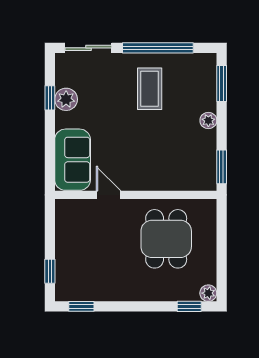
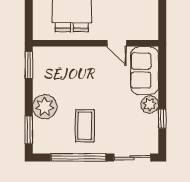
plant: (66, 99) -> (150, 104), moved
plant: (208, 120) -> (45, 107), width x1.88, depth x1.88

